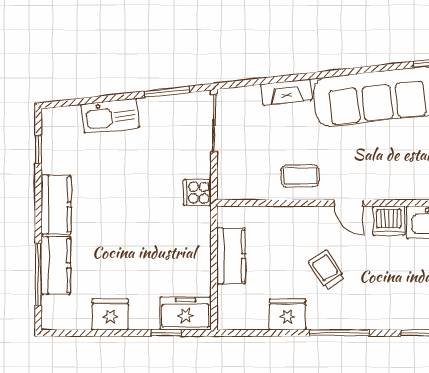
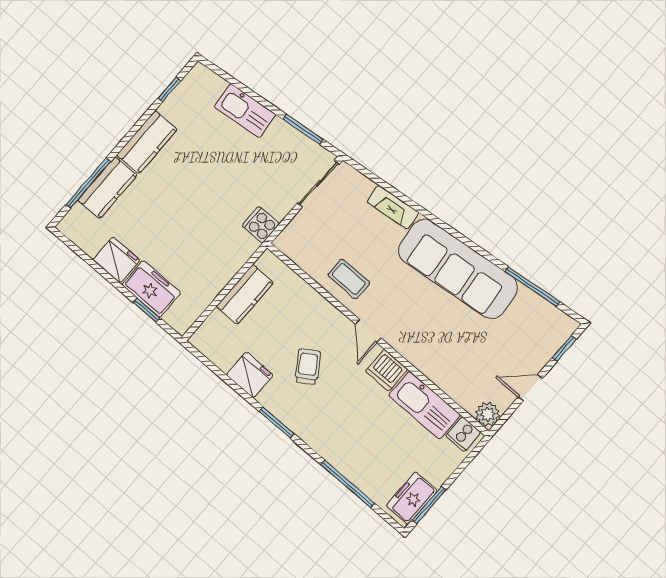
freezer: (186, 313) -> (151, 289), moved
window: (339, 333) -> (277, 422), width x0.69

